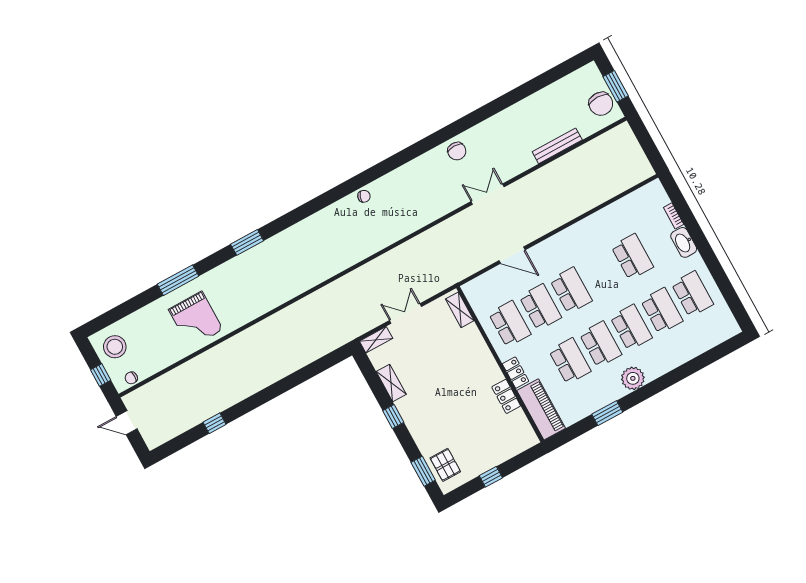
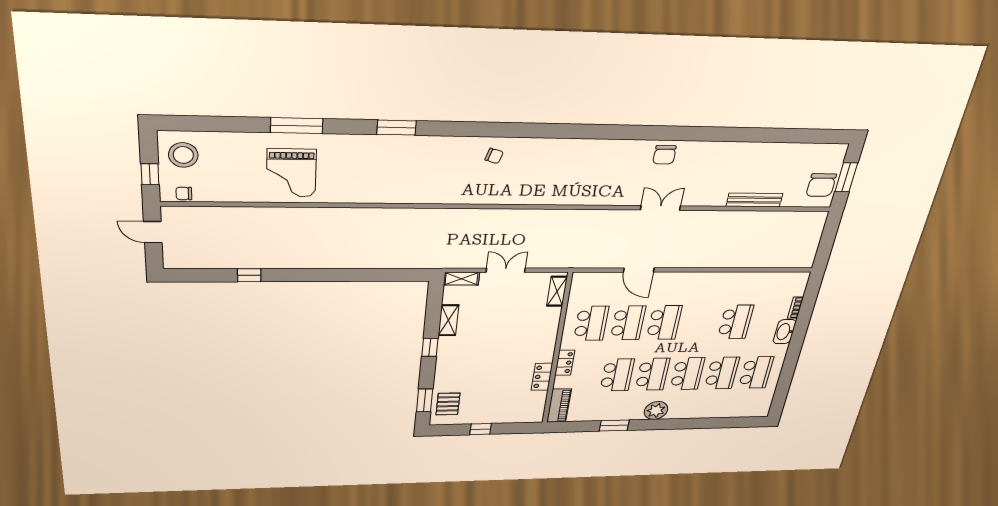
chair: (364, 196) -> (494, 156), moved
piano: (541, 409) -> (559, 406), width x0.73, depth x0.75

